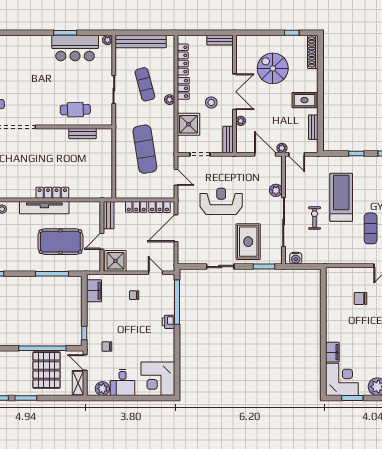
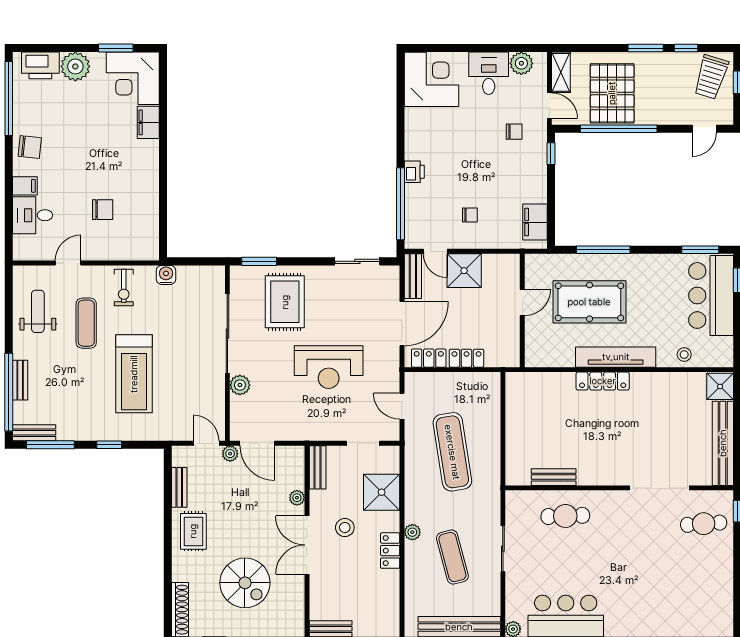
locker: (183, 59) -> (391, 597), removed
rug: (304, 100) -> (193, 531), turned 90
bench: (109, 215) -> (413, 276), moved
exercise bike: (315, 218) -> (124, 288), moved
water cooler: (296, 258) -> (166, 275), moved
shower: (115, 261) -> (464, 271), moved
sliding door: (220, 267) -> (357, 261), moved

